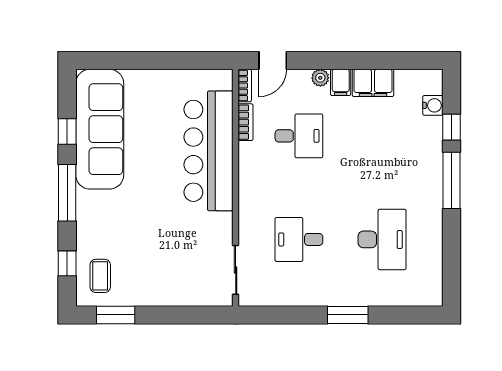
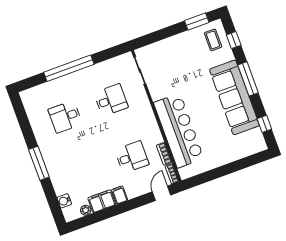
plant: (320, 78) -> (86, 210), moved
window: (451, 127) -> (50, 193), removed
sofa: (100, 129) -> (234, 97), moved
window: (67, 132) -> (264, 124), moved
desk: (299, 136) -> (132, 157), turned 180
desk: (382, 239) -> (65, 117), width x0.73
window: (348, 315) -> (69, 68), width x2.11

